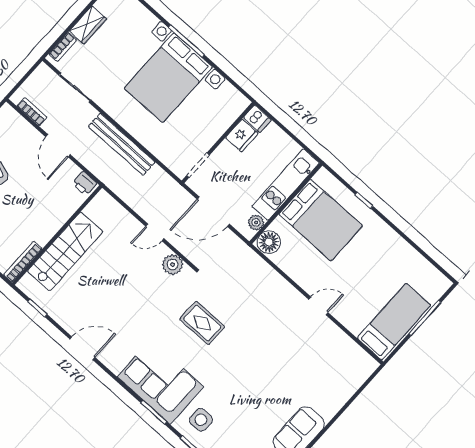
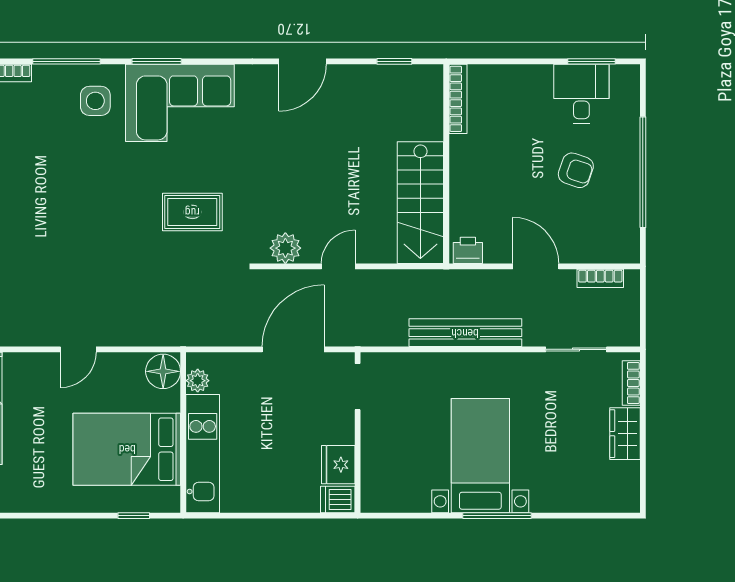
bed with nightstands: (168, 78) -> (480, 456), width x0.73
kitchen unit: (286, 185) -> (203, 454), moved
wall: (286, 203) -> (183, 432), moved
bed: (321, 220) -> (127, 449), moved
plant: (256, 222) -> (198, 381), moved
floor lamp: (269, 242) -> (163, 371), moved
stairs: (65, 251) -> (420, 203), moved

